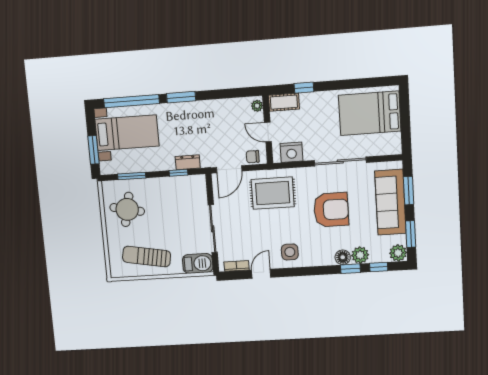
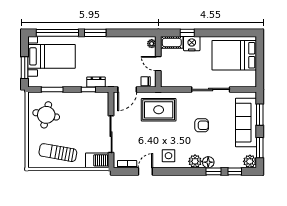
nightstand: (291, 152) -> (192, 44), moved, turned 180
armchair: (331, 210) -> (202, 125), width x0.53, depth x0.53
plant: (360, 255) -> (195, 161), moved

